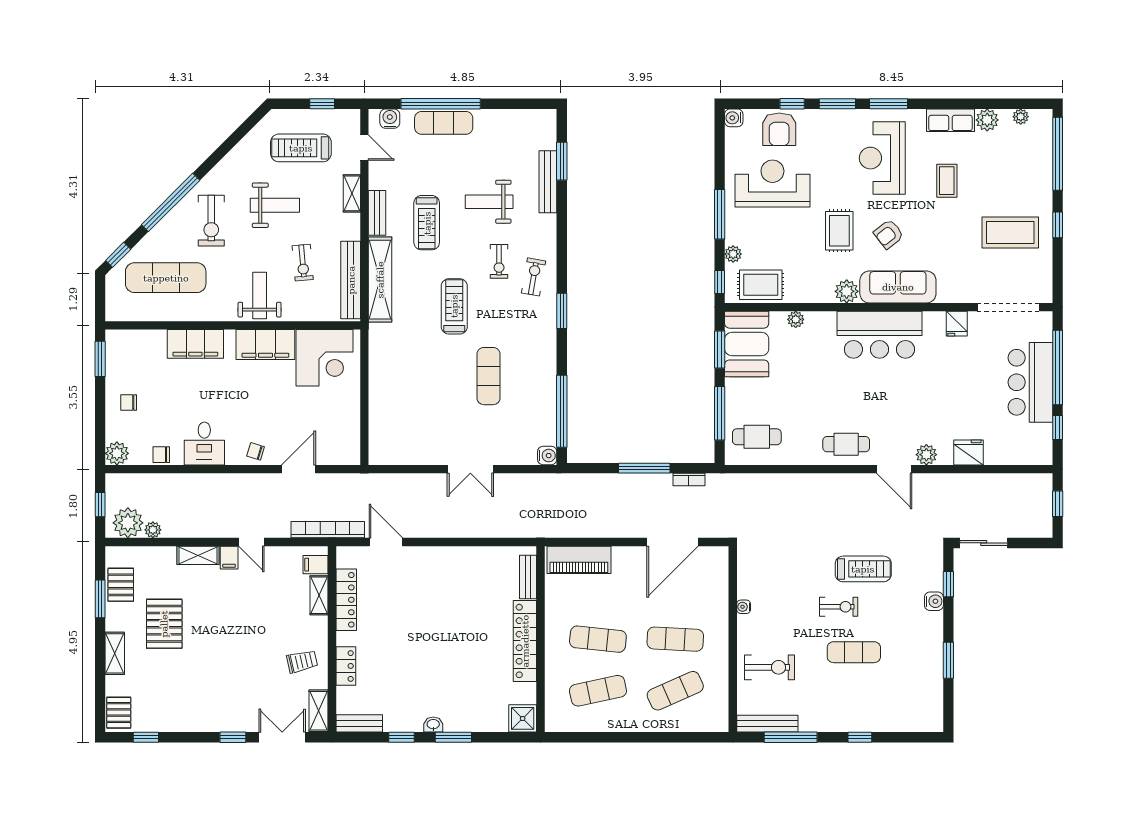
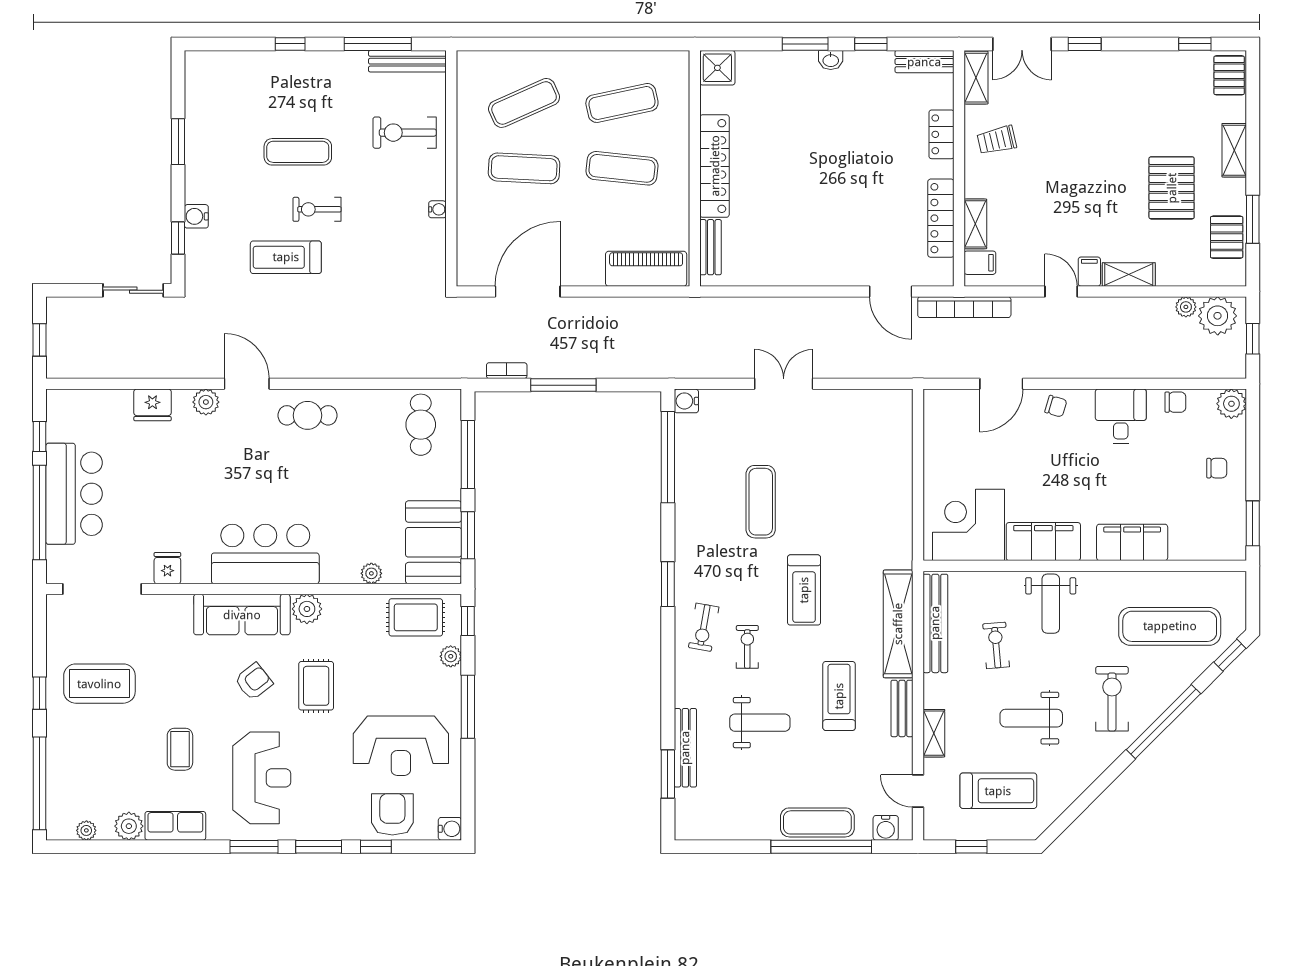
cafe table: (757, 437) -> (421, 425), turned 90

